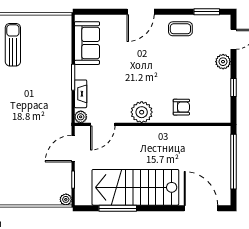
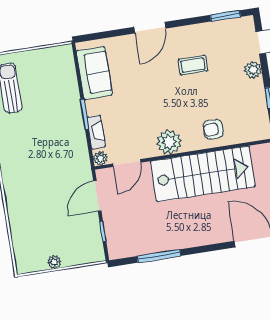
coffee table: (180, 29) -> (193, 65), moved
armchair: (181, 107) -> (213, 129), turned 180
stairs: (135, 187) -> (203, 174), moved, turned 180
plant: (66, 199) -> (54, 262), moved

